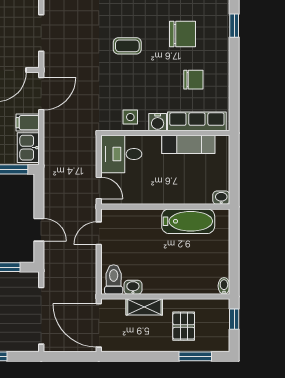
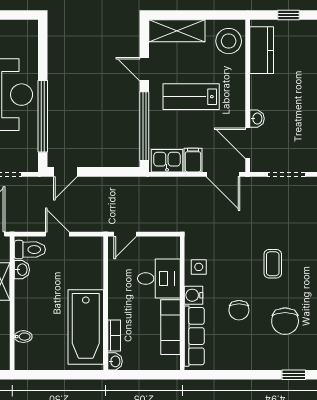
chair: (193, 80) -> (239, 310), moved
desk: (121, 154) -> (159, 279), moved, turned 90
bookcase: (196, 198) -> (114, 336), added
bathtub: (188, 221) -> (86, 327), width x1.36, depth x1.36
door: (39, 230) -> (65, 172), moved
door: (99, 233) -> (57, 234), moved
bidet: (224, 286) -> (23, 337), moved

